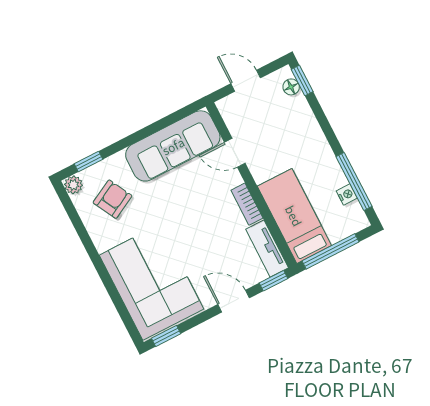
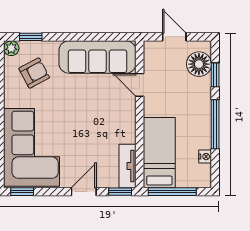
window: (302, 81) -> (215, 75), moved
floor lamp: (291, 87) -> (199, 64), width x1.89, depth x1.89
window: (354, 181) -> (215, 124), moved
bookcase: (247, 204) -> (129, 127), removed
door: (234, 301) -> (84, 192), hinge flipped

